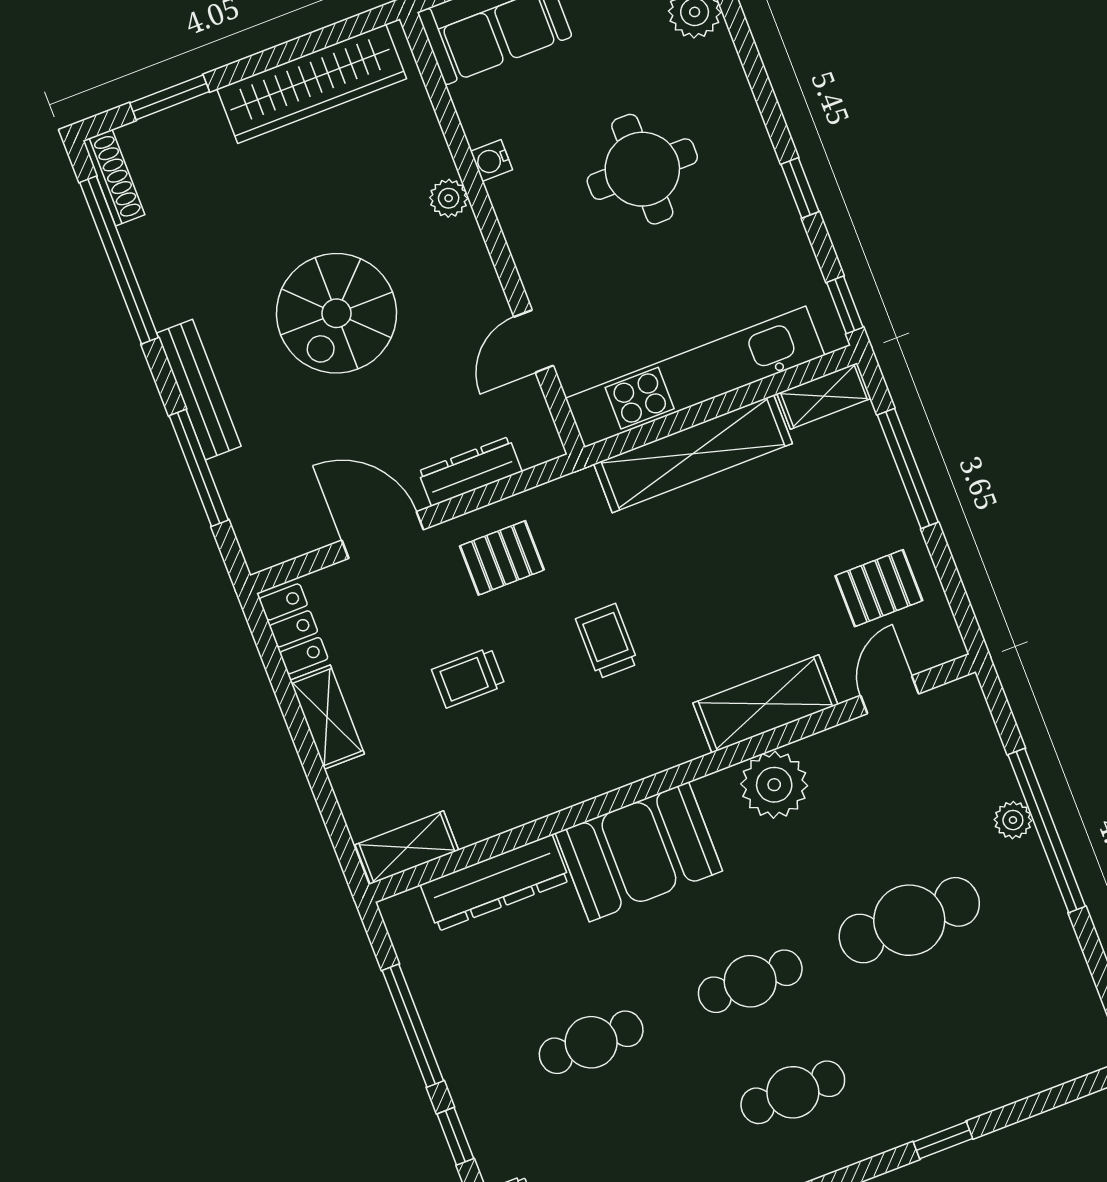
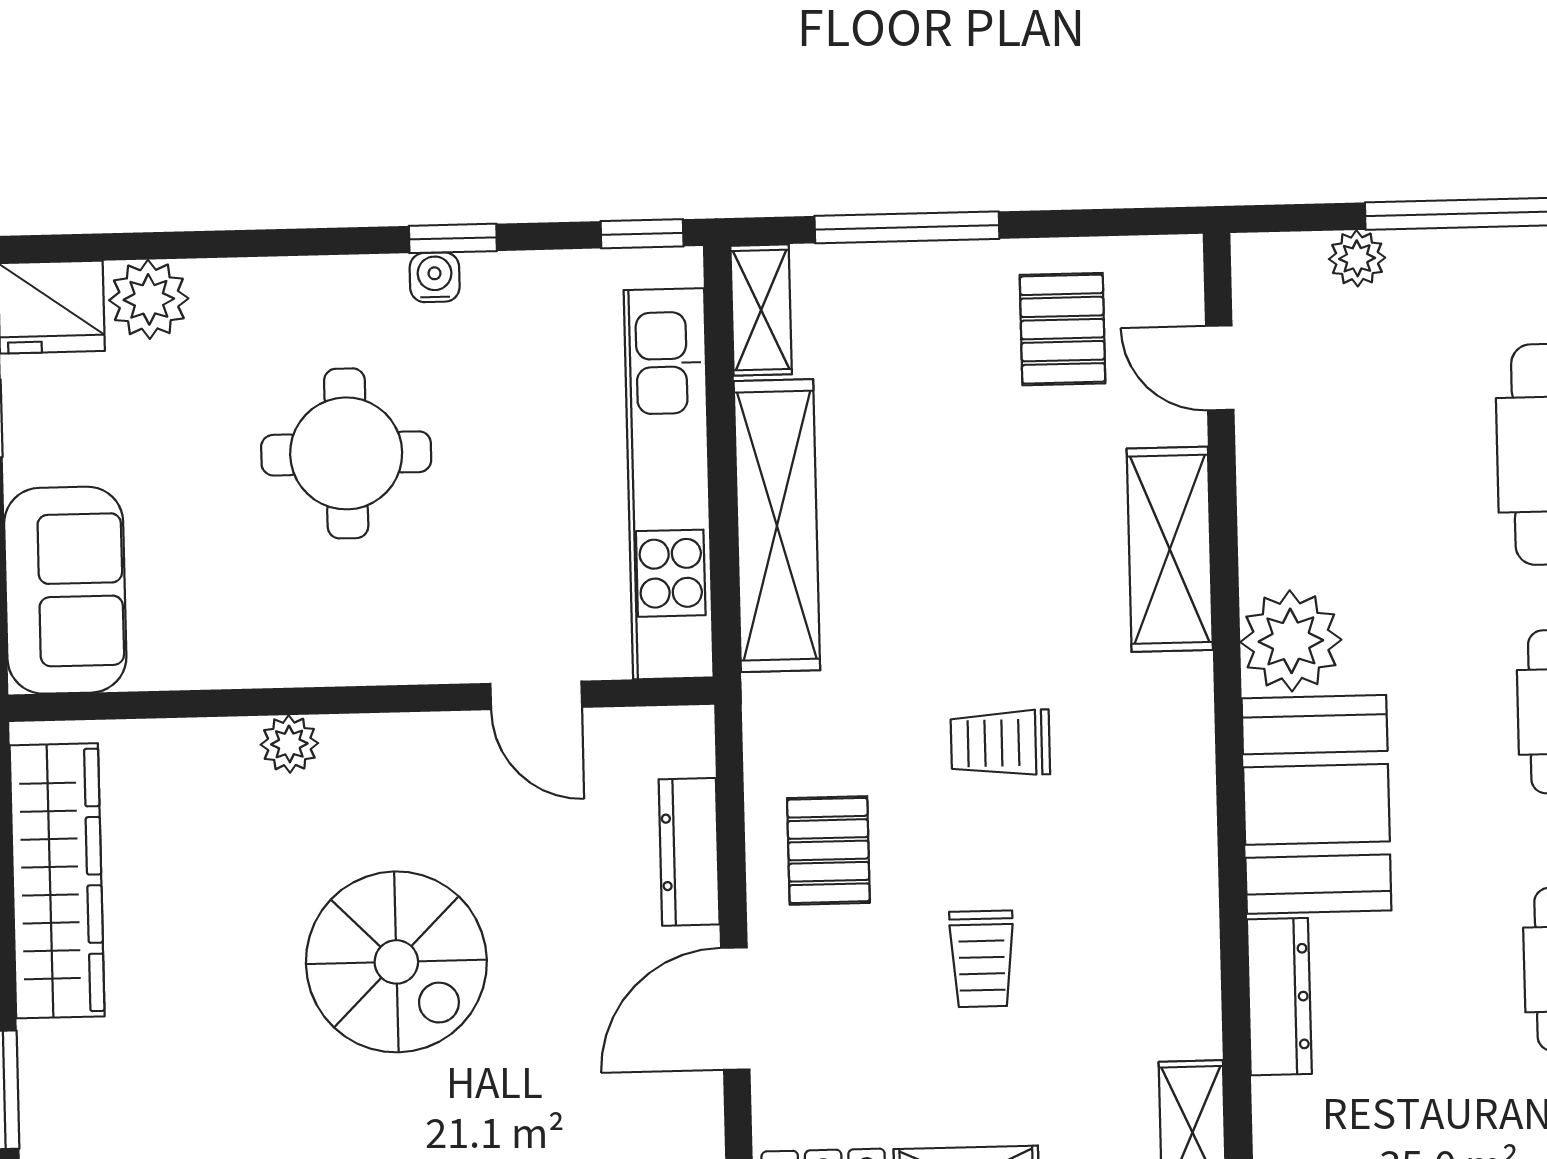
water cooler: (491, 161) -> (435, 277), moved, turned 180
plant: (774, 785) -> (1291, 641), moved
plant: (1013, 820) -> (1357, 258), moved
dresser: (495, 883) -> (1279, 997), width x0.73, depth x0.80

